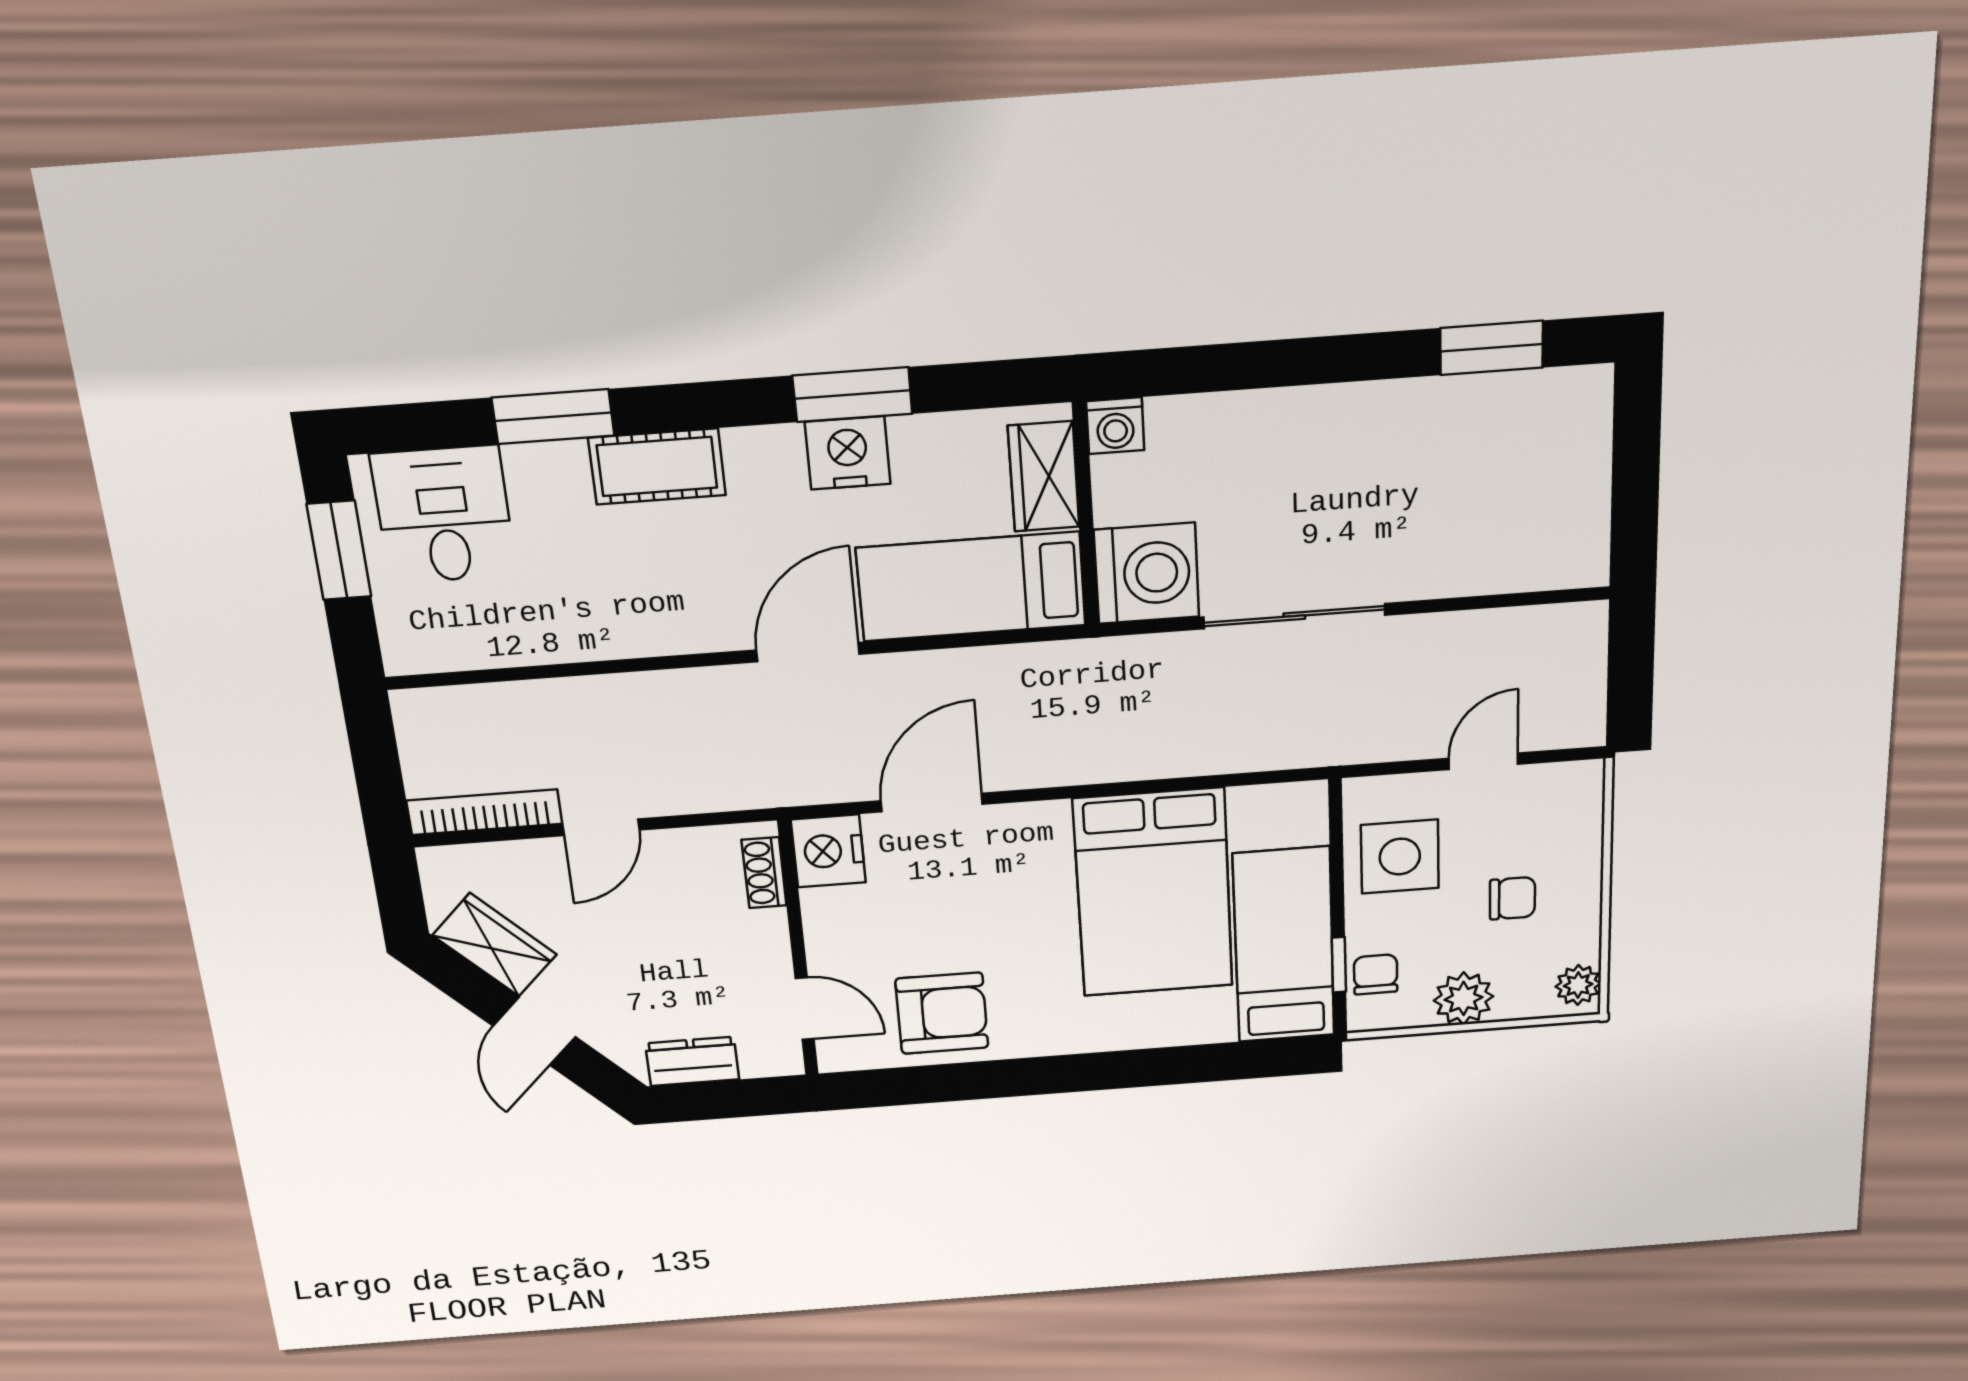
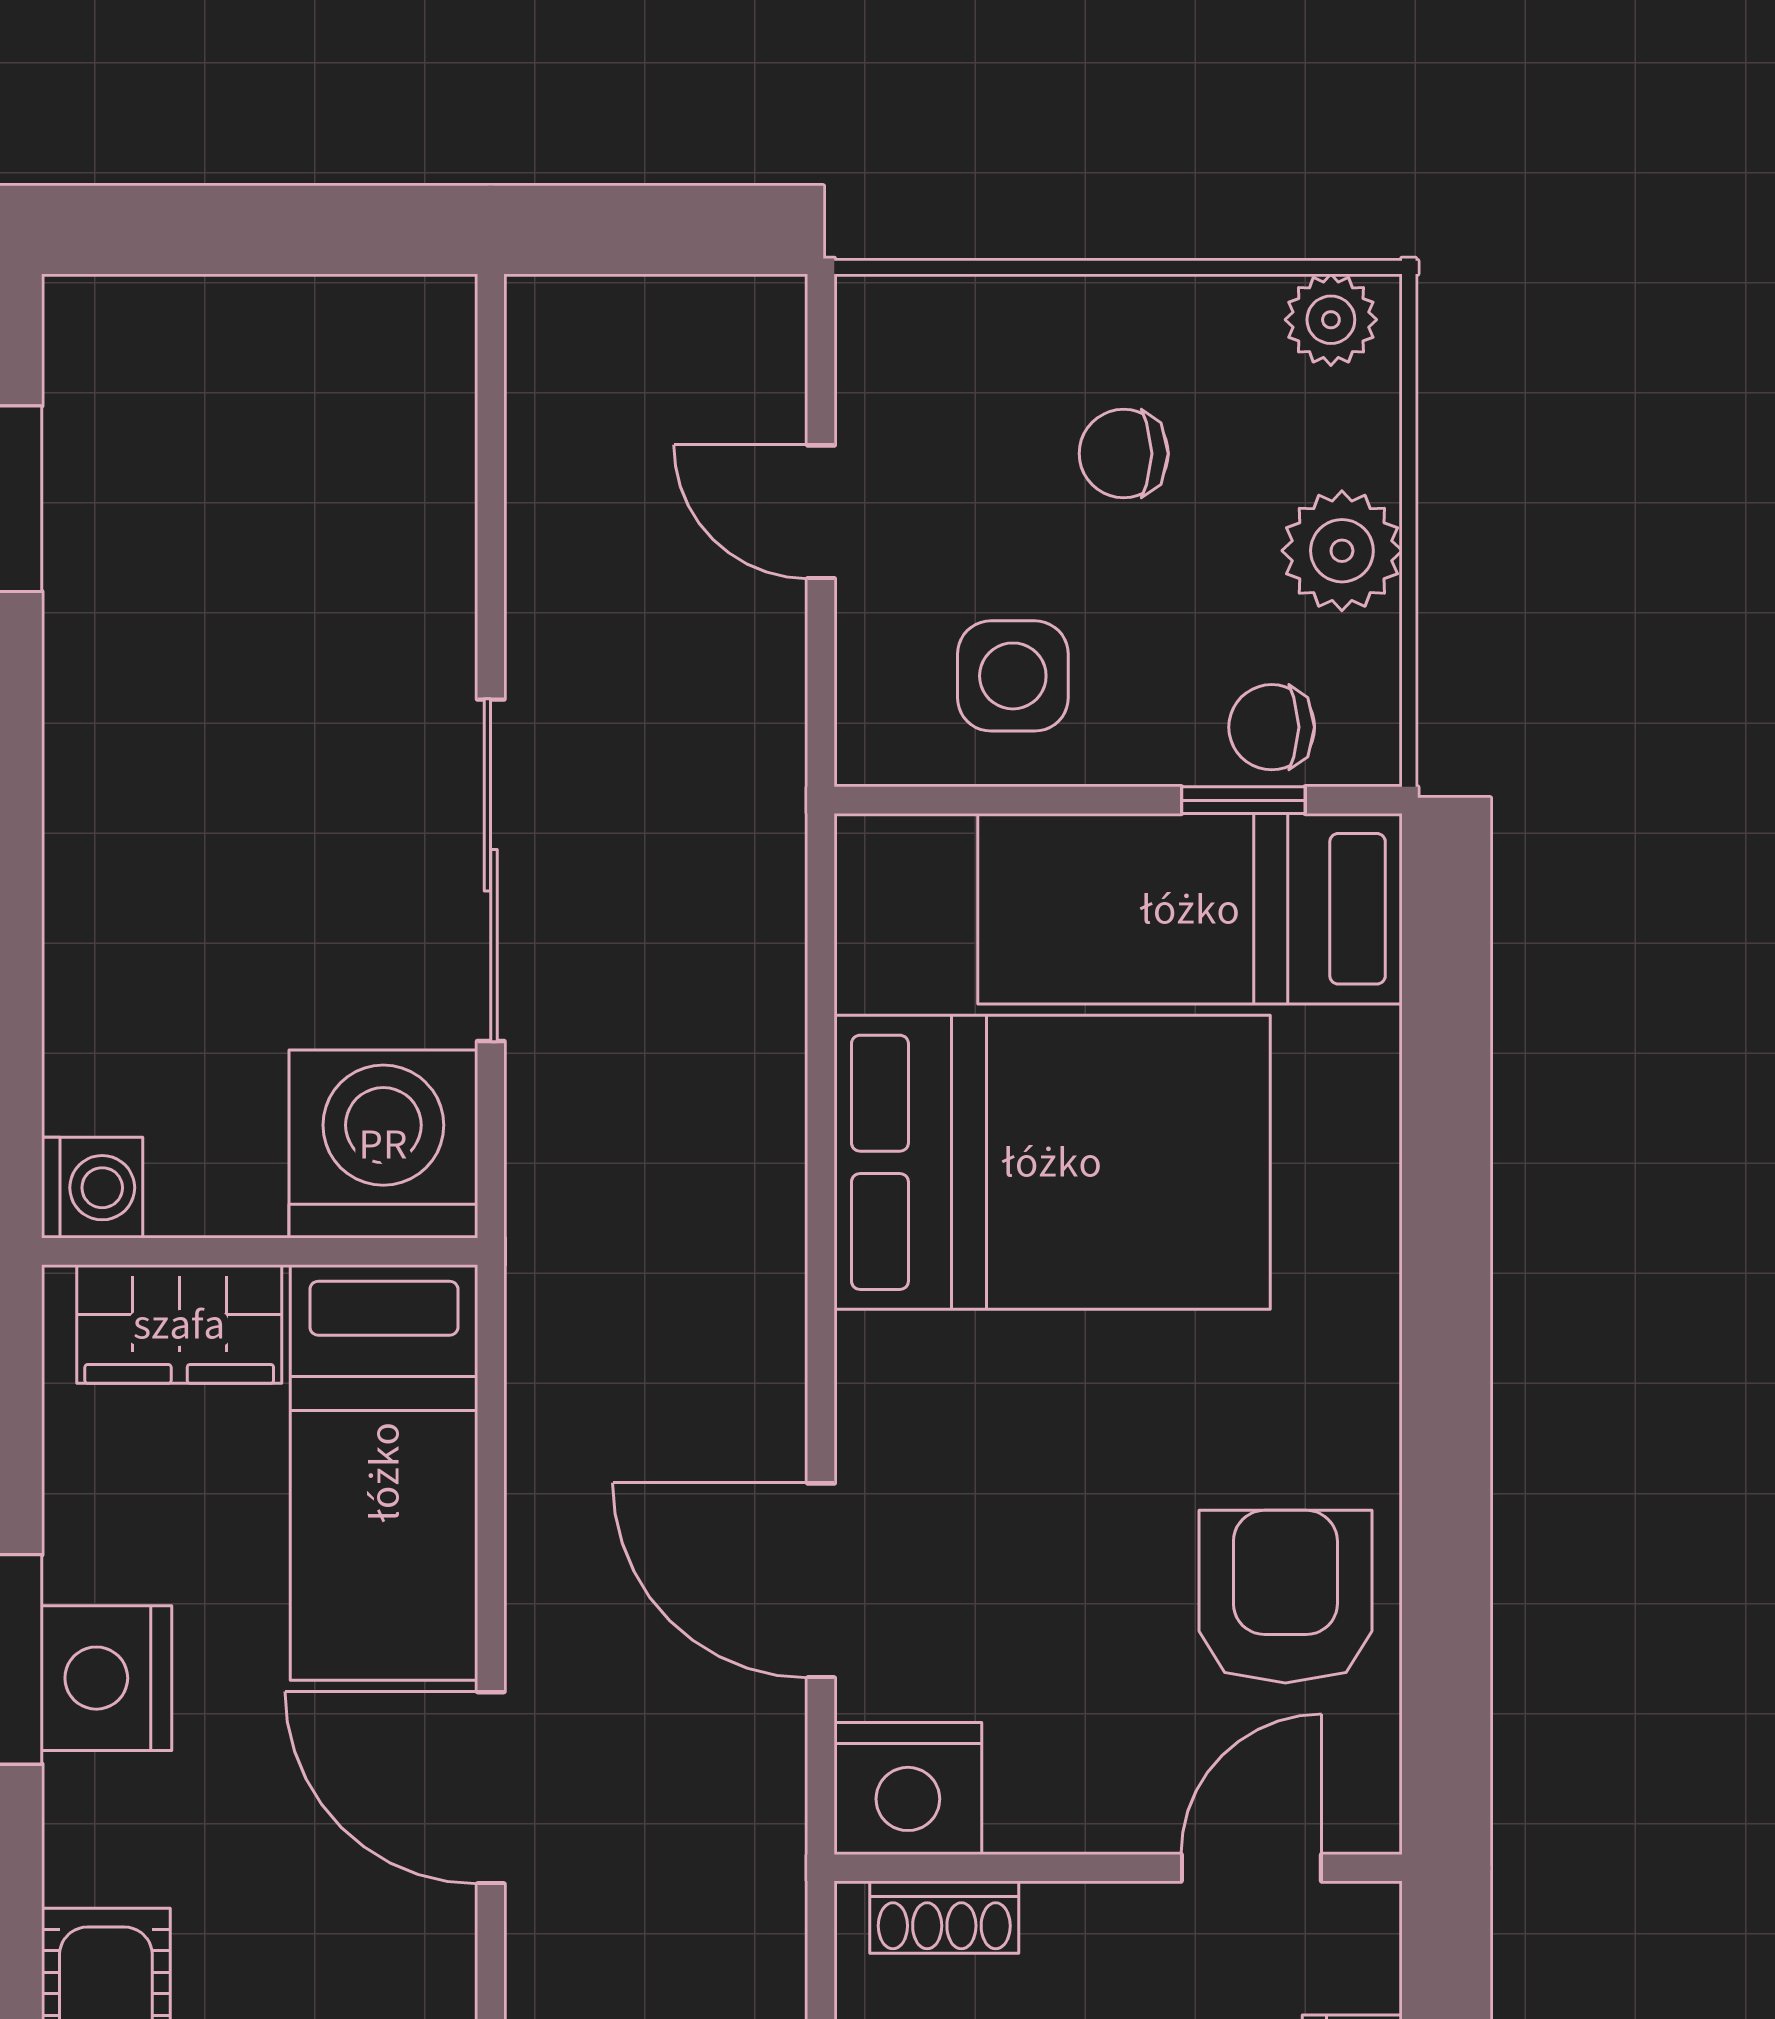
side table: (1400, 857) -> (1013, 676), width x0.73, depth x0.73
chair: (1512, 898) -> (1124, 454), turned -90

